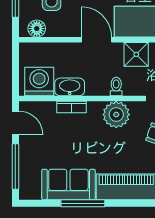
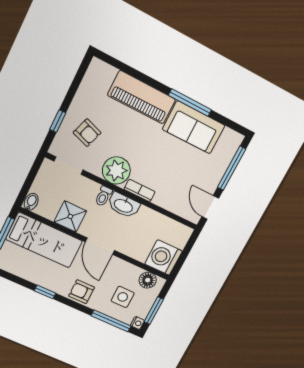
washing machine: (39, 82) -> (164, 257), moved, turned 90
washbasin: (70, 87) -> (124, 205), moved
bookcase: (71, 107) -> (140, 191), moved

